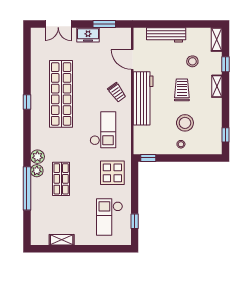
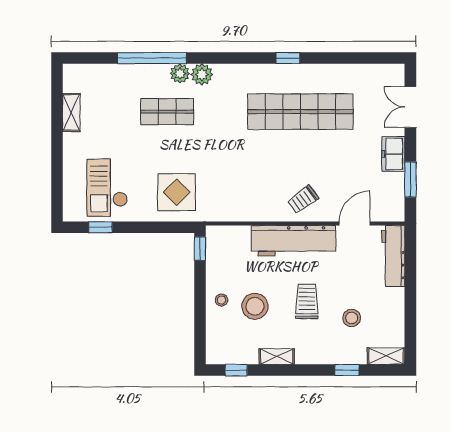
workbench: (166, 35) -> (393, 256), moved
shelving: (217, 86) -> (277, 357), moved
trolley: (182, 90) -> (307, 301), turned -90
checkout: (103, 130) -> (244, 177), removed
checkout: (110, 217) -> (107, 188), turned -90

